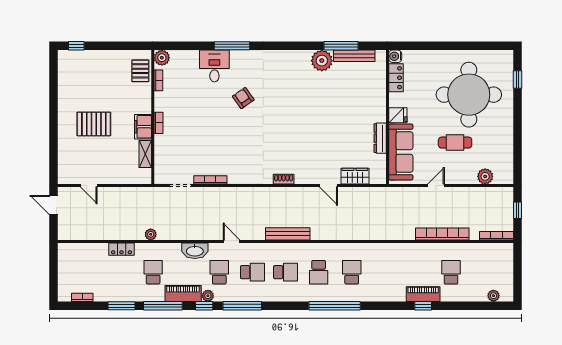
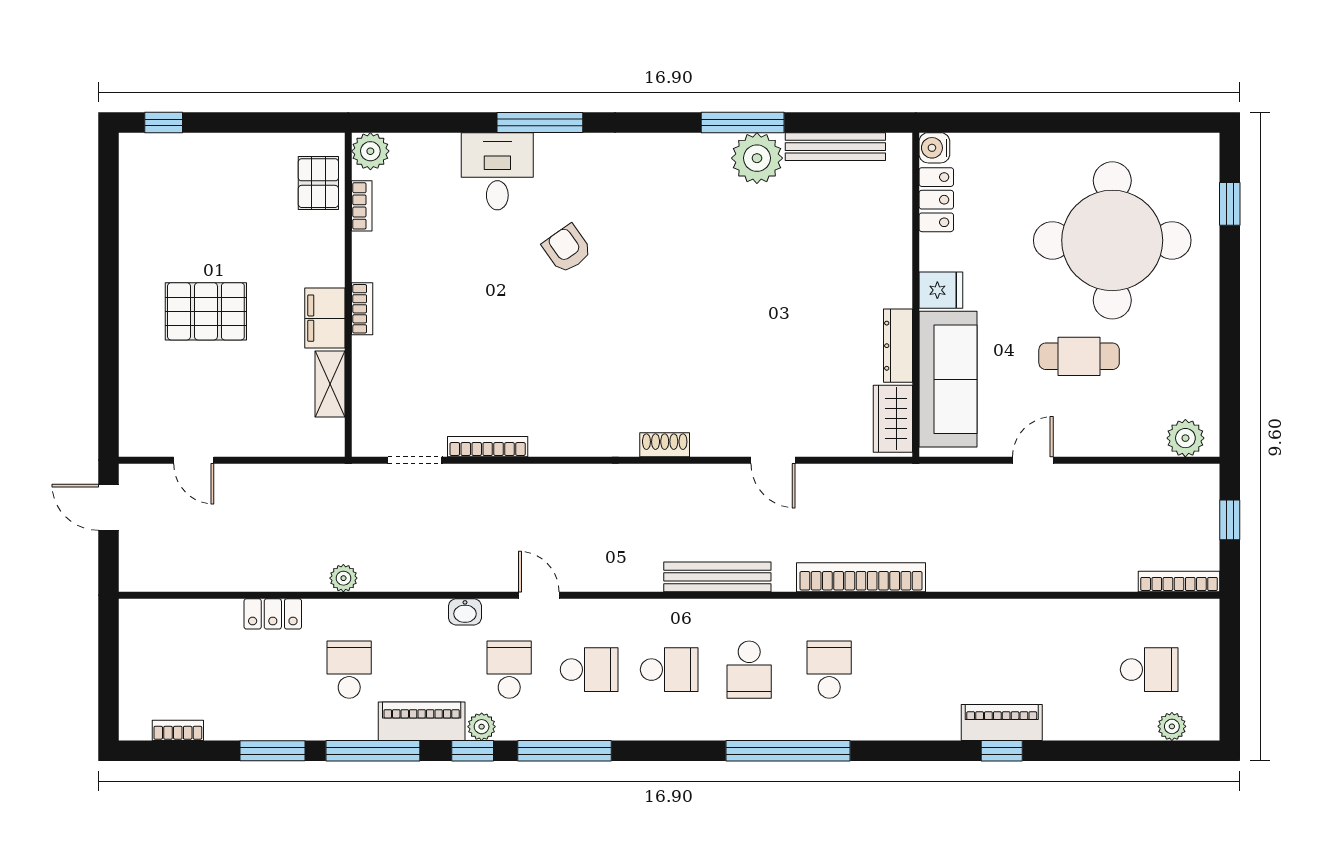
window: (341, 46) -> (743, 122), moved
wardrobe: (355, 176) -> (893, 419), moved, turned -90
plant: (485, 176) -> (1185, 438), moved
bench: (288, 234) -> (717, 577), moved
bookcase: (442, 234) -> (861, 577), moved
washbasin: (195, 251) -> (465, 612), width x0.52, depth x0.69
school desk: (451, 272) -> (1149, 670), moved, turned 90

